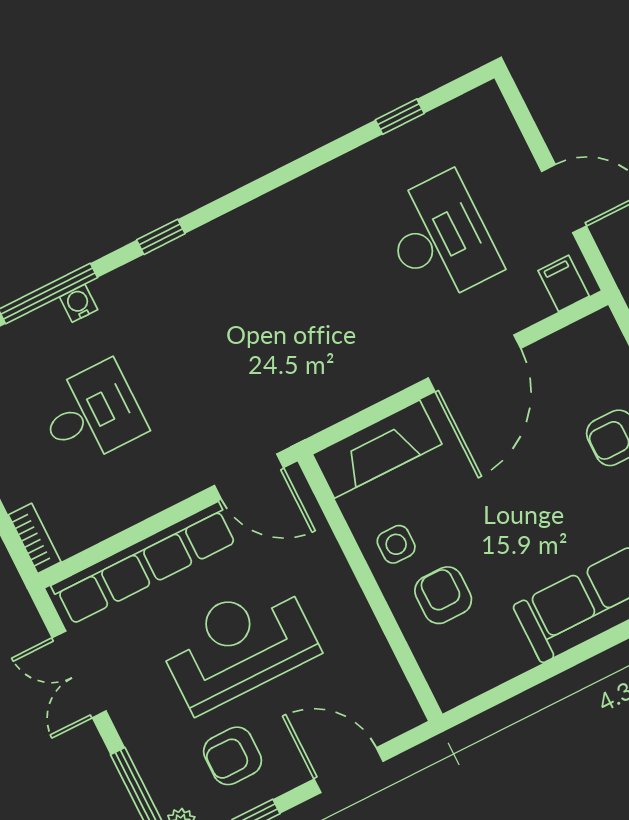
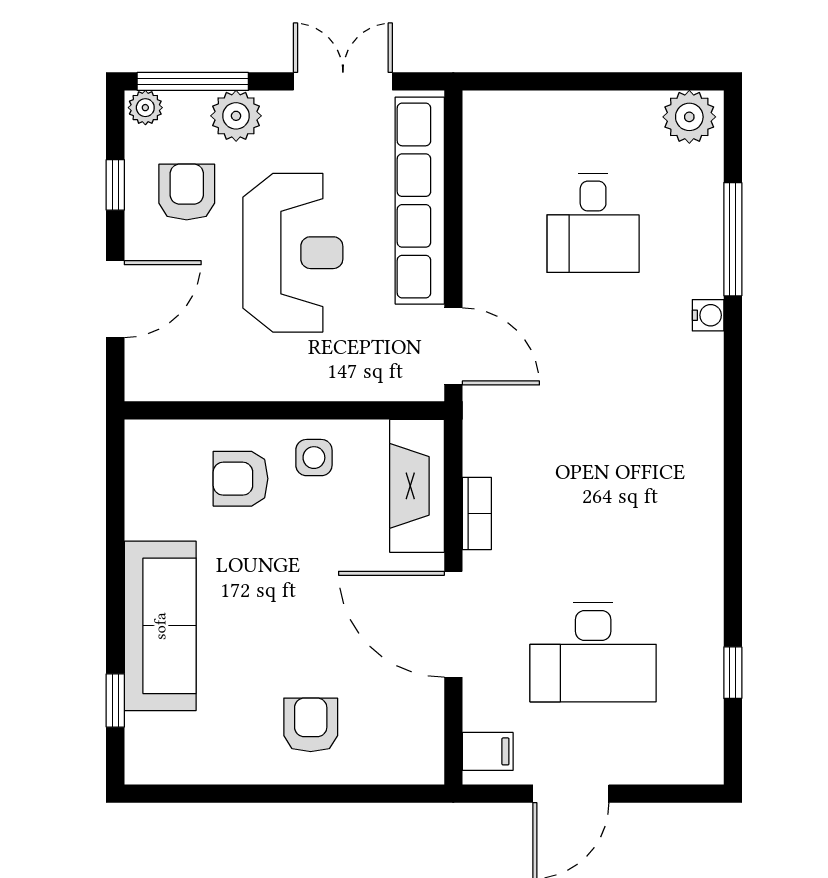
window: (161, 237) -> (733, 378), removed
water cooler: (79, 303) -> (708, 315), moved
door: (249, 477) -> (453, 346), swing flipped
bookcase: (35, 538) -> (477, 513), moved, turned -90
armchair: (443, 595) -> (241, 479), turned 180
plant: (151, 747) -> (236, 116), added

